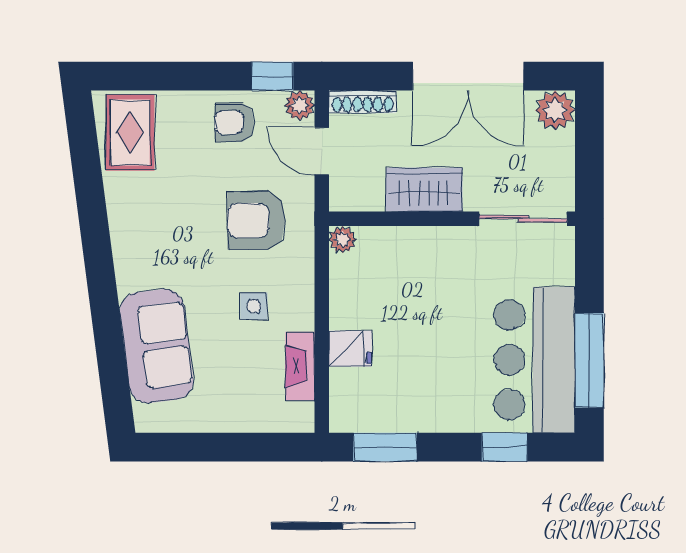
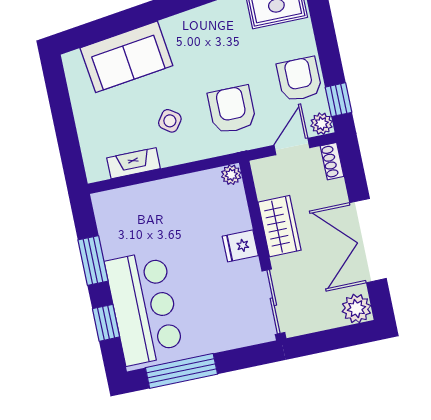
shoe rack: (363, 102) -> (332, 161), width x0.70
armchair: (234, 122) -> (299, 79), width x1.38, depth x1.38
side table: (254, 306) -> (170, 121), turned 35
fridge: (350, 349) -> (240, 246), moved, turned 90
bar counter: (535, 360) -> (144, 308), moved, turned 90
window: (385, 447) -> (93, 261), moved

